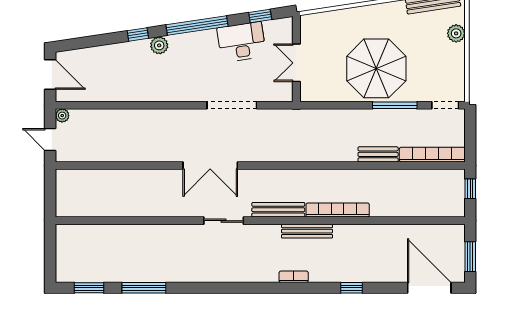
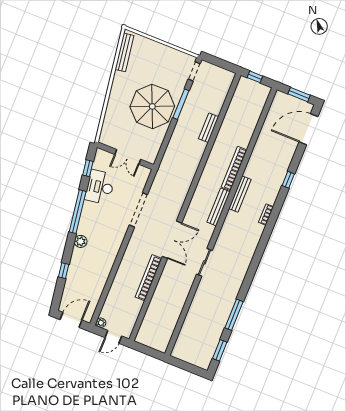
plant: (456, 33) -> (150, 45), removed
window: (138, 34) -> (64, 271), moved
bookcase: (432, 155) -> (148, 278), moved
sliding door: (224, 221) -> (204, 262), moved

